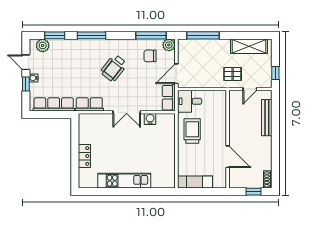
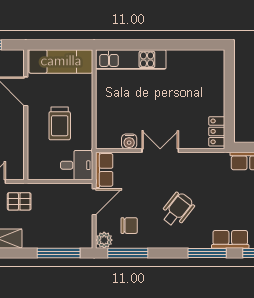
row of seats: (89, 104) -> (230, 239), moved, turned 180
trolley: (192, 131) -> (60, 123), moved
locker: (84, 156) -> (217, 131), moved
kitchen unit: (124, 181) -> (131, 59), moved
exam couch: (195, 182) -> (61, 61), width x1.36, depth x1.45

